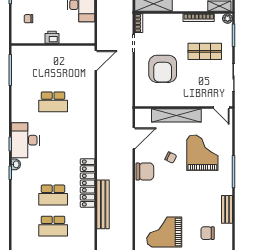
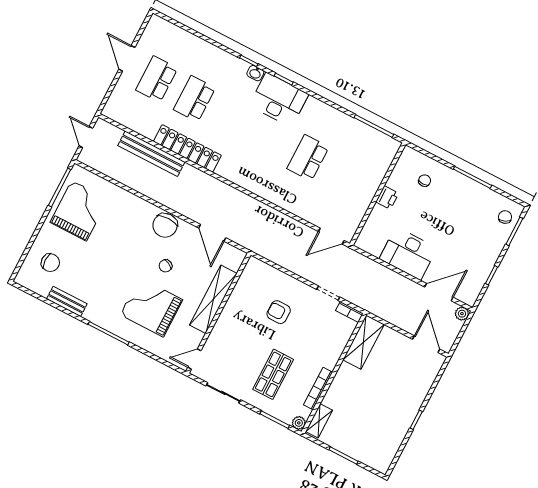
door: (96, 60) -> (331, 236), hinge flipped
armchair: (163, 69) -> (279, 312), width x0.53, depth x0.53
grand piano: (202, 153) -> (151, 307), turned 180
chair: (208, 233) -> (50, 263), turned 90

